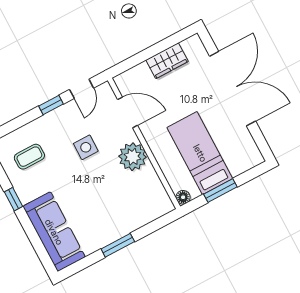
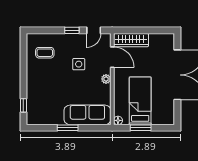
wardrobe: (167, 61) -> (131, 40), moved, width x1.50
plant: (133, 157) -> (106, 79), width x0.53, depth x0.53
window: (14, 199) -> (23, 105), moved
sofa: (54, 232) -> (87, 115), moved, turned -90

